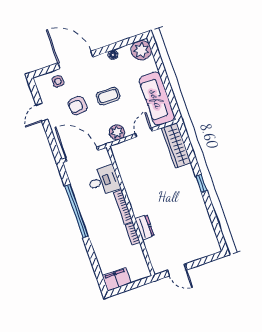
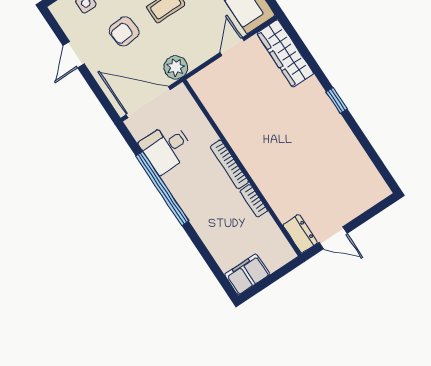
plant: (117, 132) -> (176, 67), moved
desk: (103, 181) -> (166, 148), moved, turned 180
dresser: (145, 227) -> (300, 234), moved

